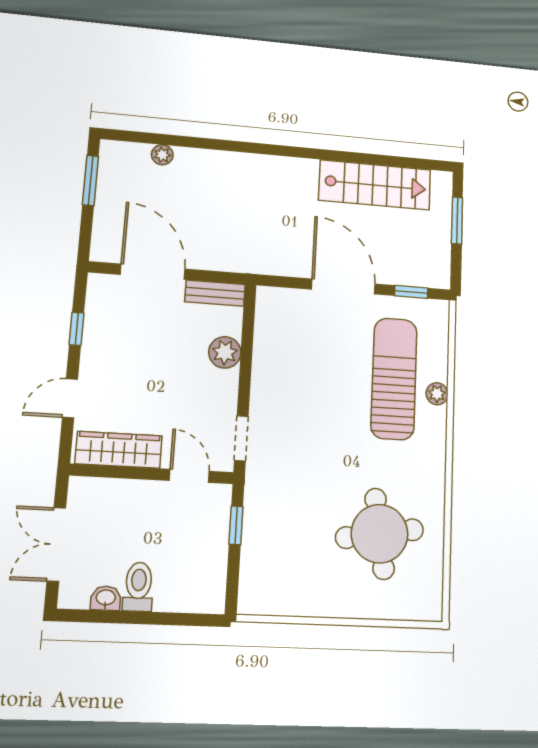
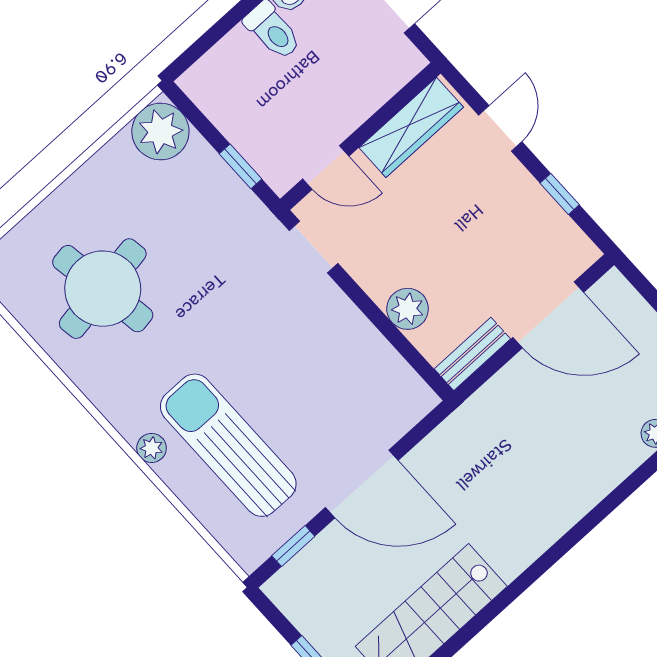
sun lounger: (394, 379) -> (228, 445), turned 180
plant: (437, 394) -> (152, 448), moved
plant: (261, 592) -> (160, 132), added

